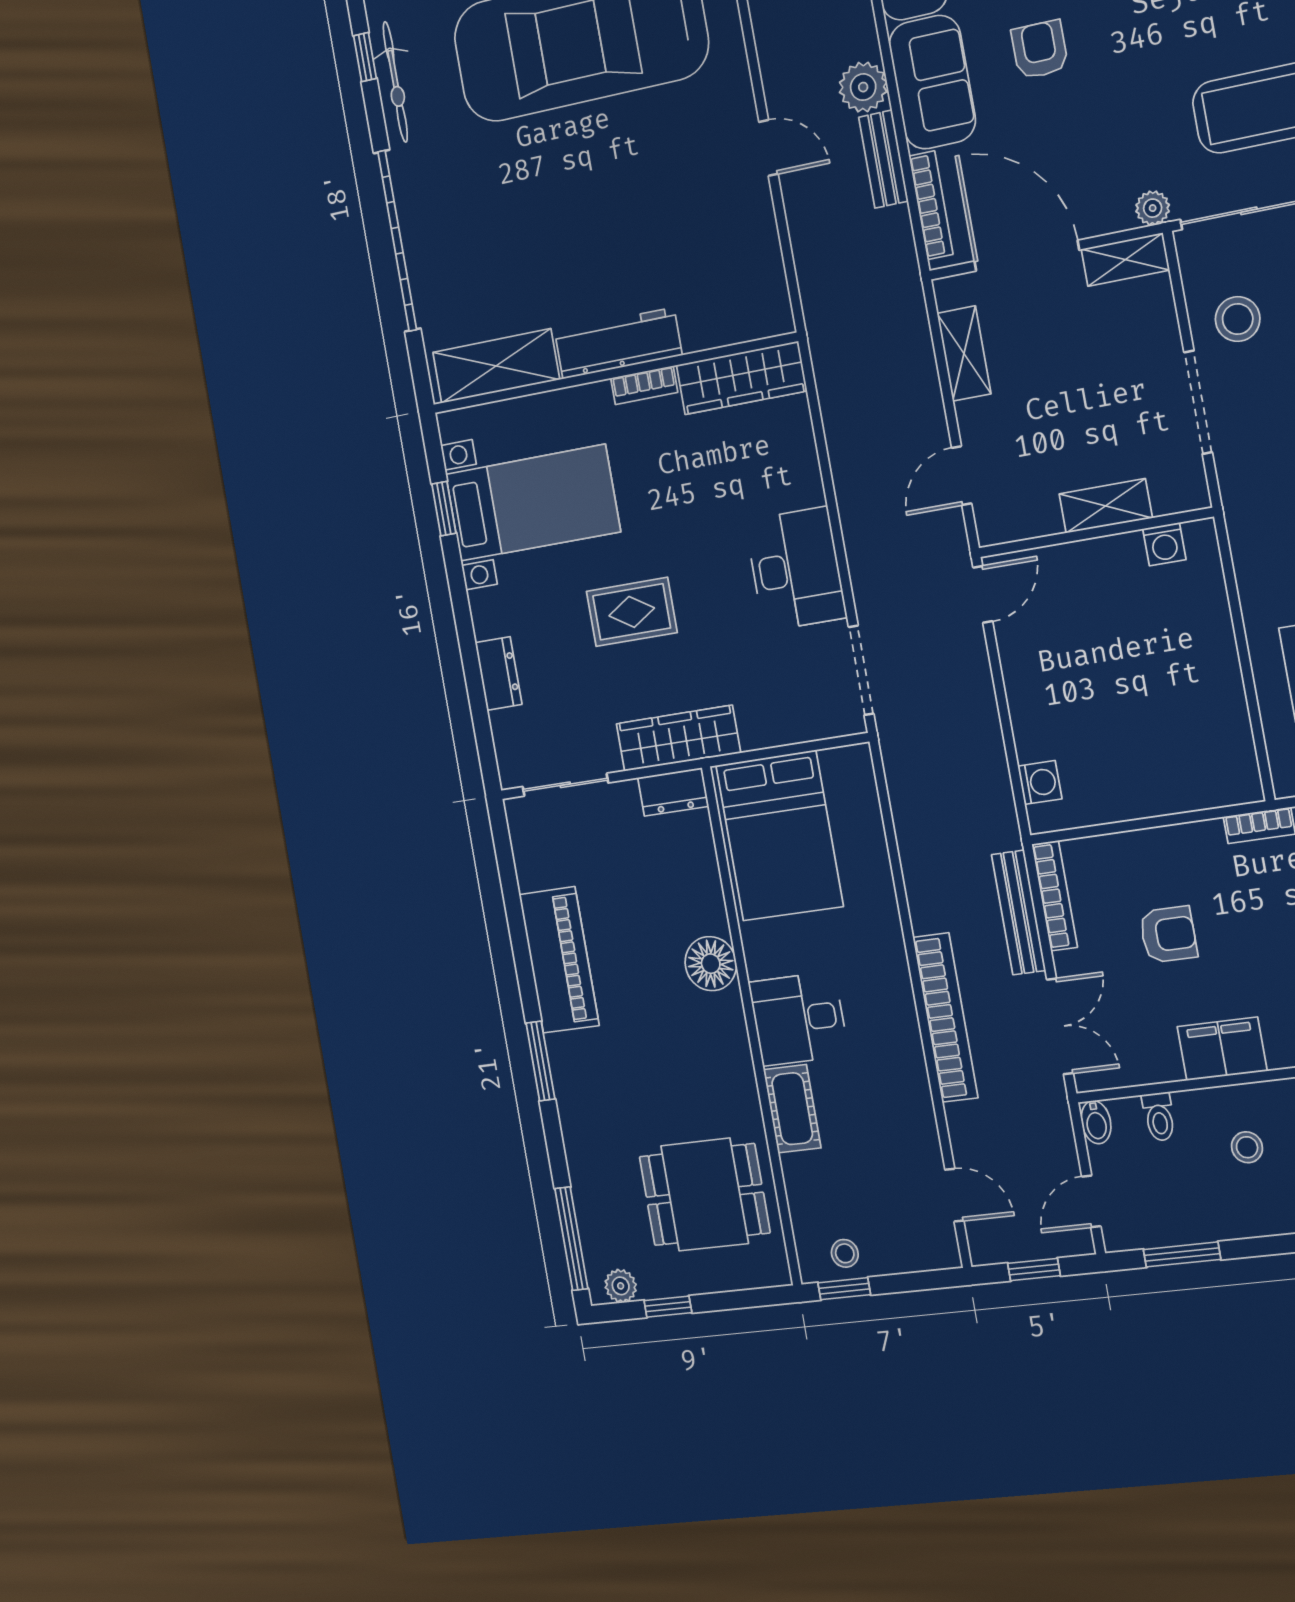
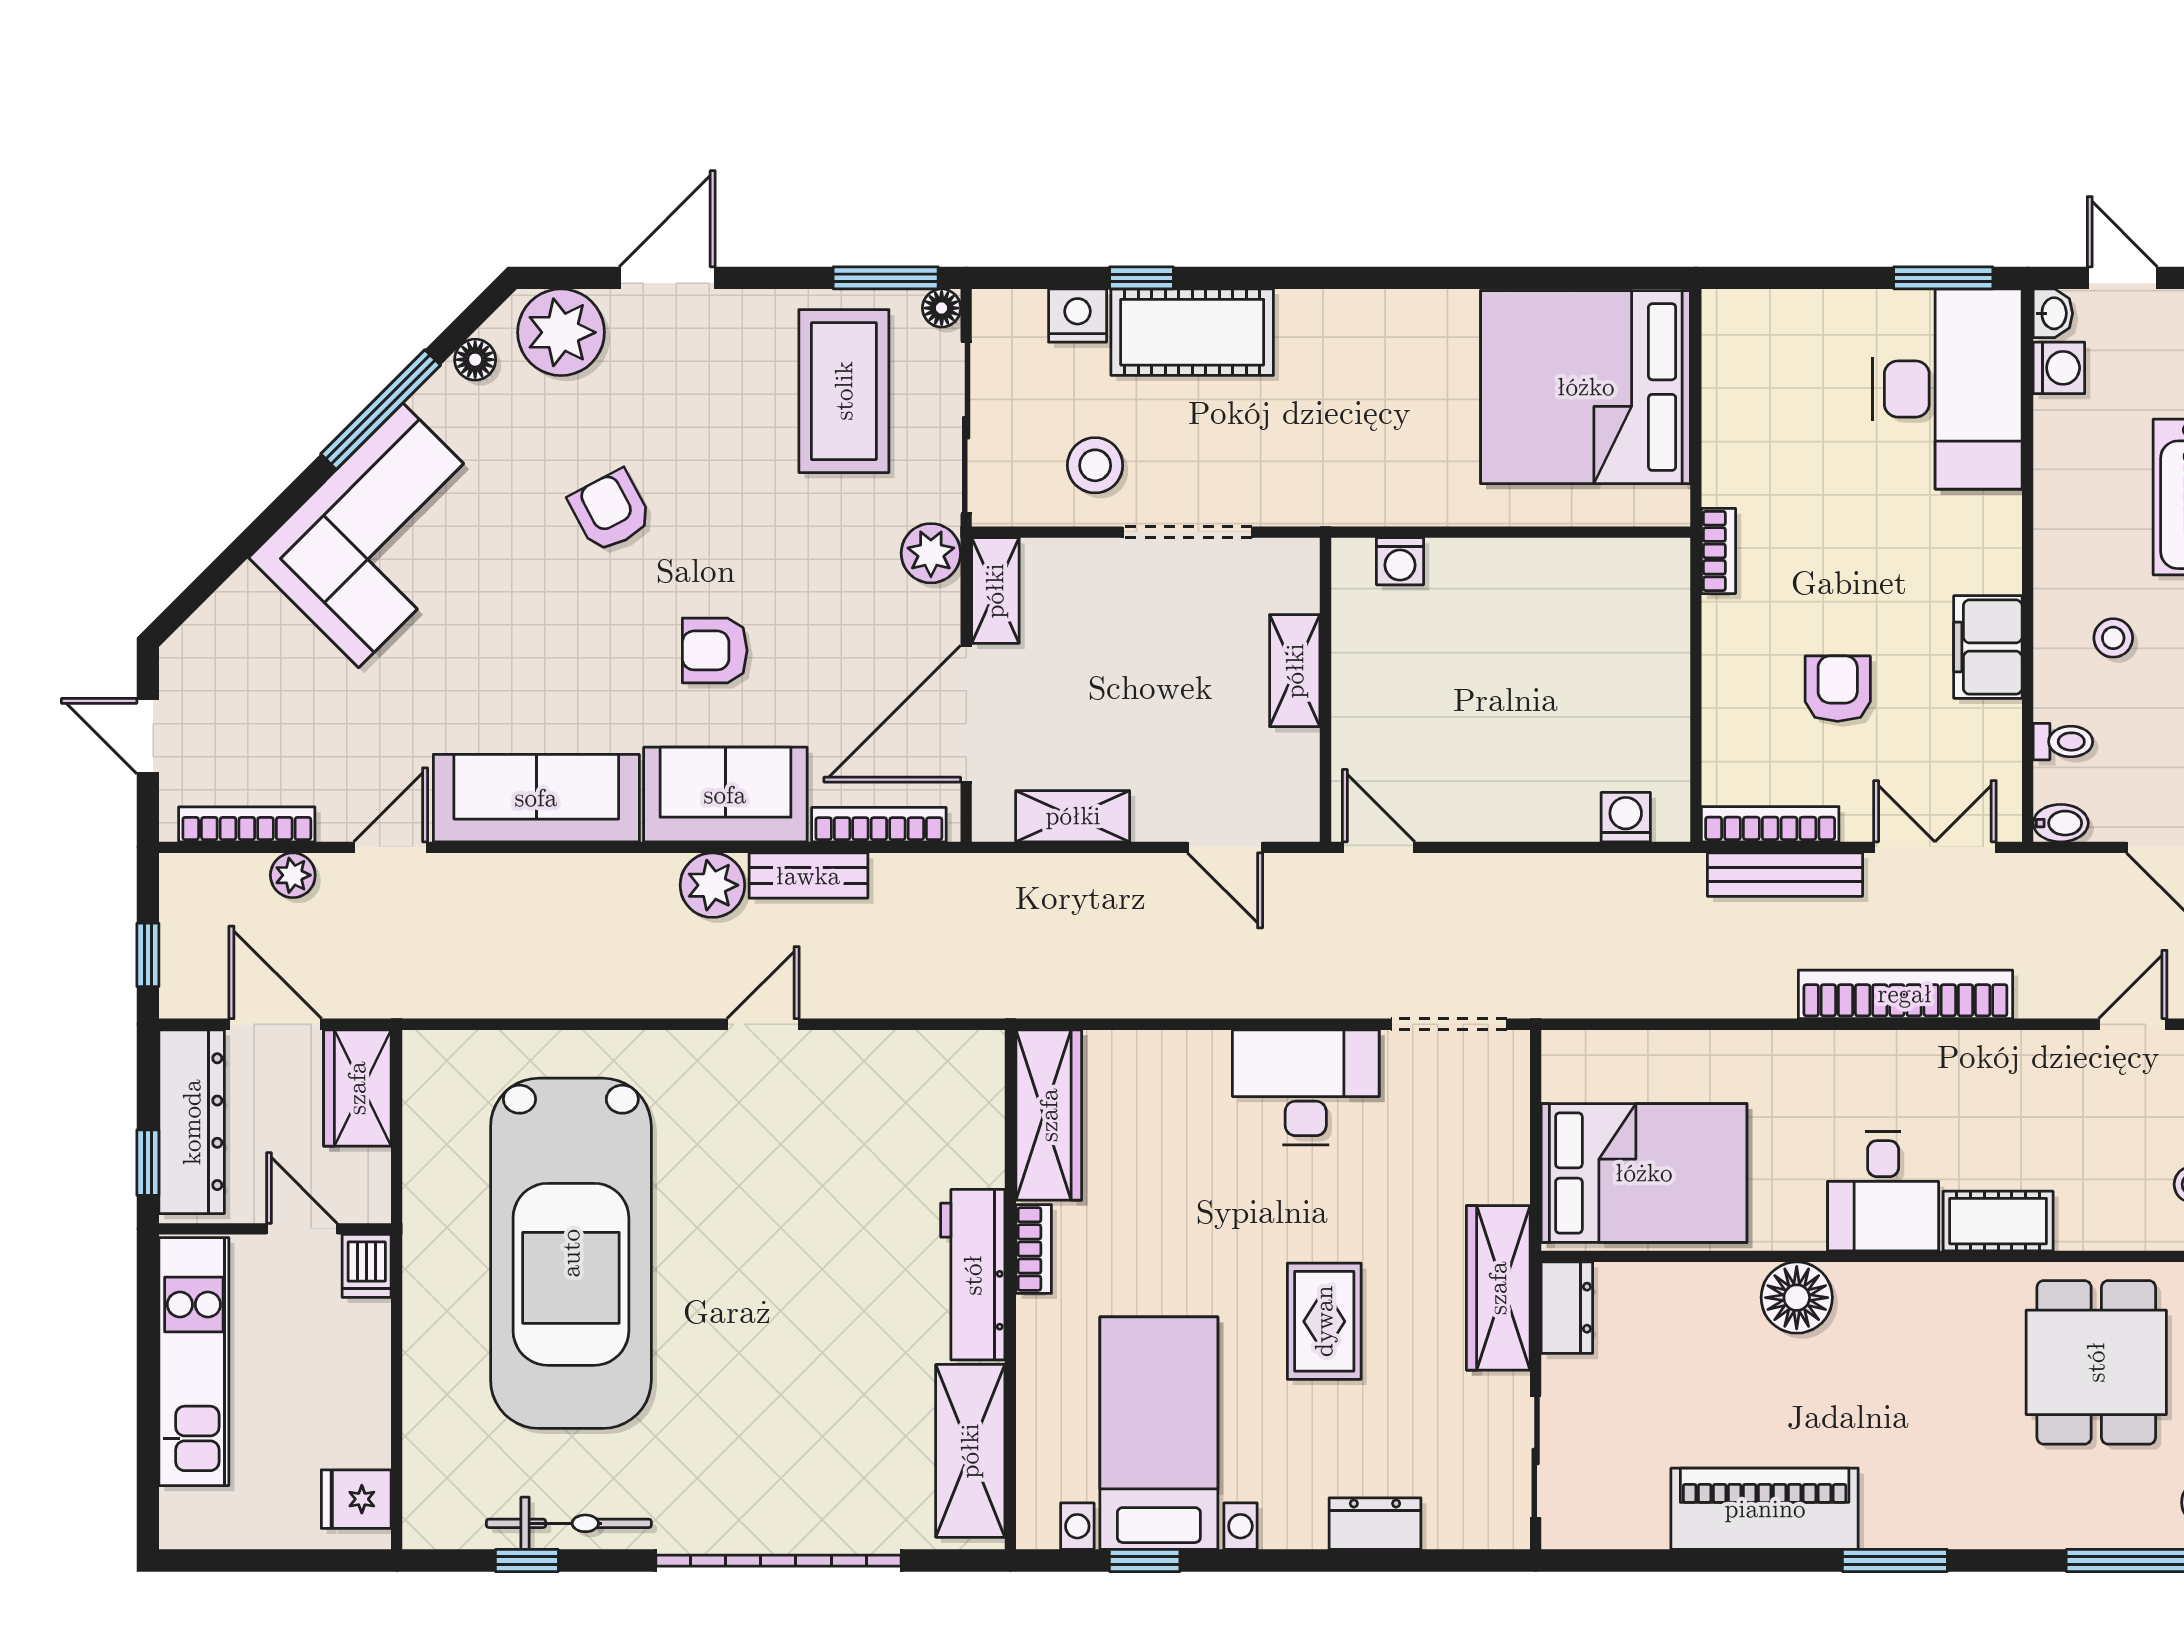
plant: (1153, 208) -> (931, 553), width x1.38, depth x1.38
washing machine: (1164, 544) -> (1400, 561), moved, turned 90

